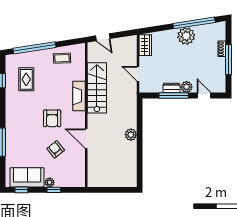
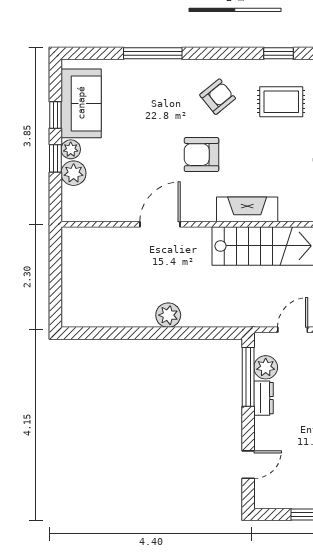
plant: (187, 87) -> (266, 367), moved
window: (174, 96) -> (248, 377), moved
armchair: (56, 149) -> (218, 97), moved
plant: (61, 181) -> (74, 173), added
window: (21, 190) -> (55, 115), moved

